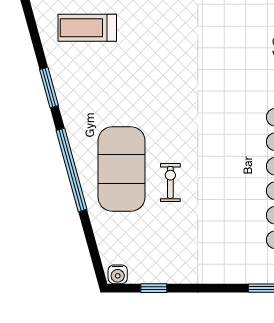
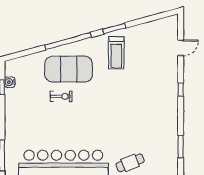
treadmill: (87, 28) -> (116, 53), moved, turned 180
water cooler: (118, 274) -> (10, 82), moved

